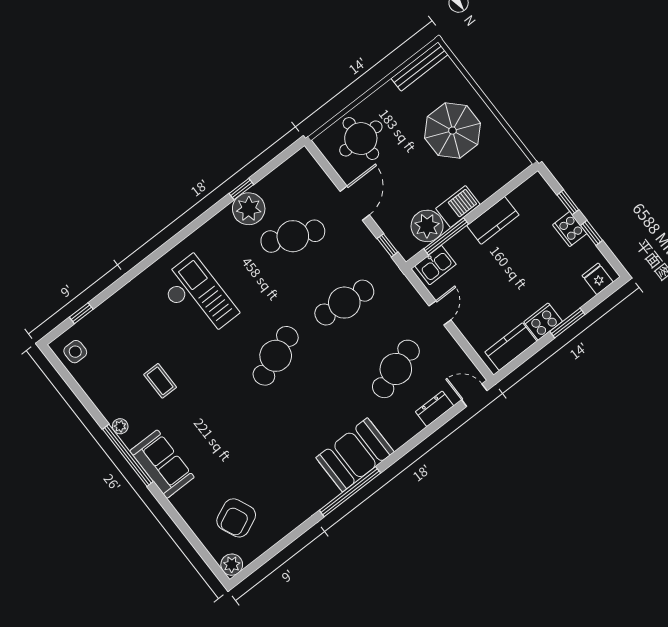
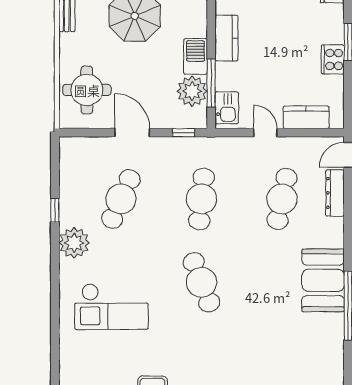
plant: (249, 209) -> (74, 243), moved
checkout: (198, 297) -> (111, 307), turned 180
kitchen counter: (511, 347) -> (306, 117), moved, turned 90
cafe table: (396, 369) -> (282, 199), turned 30
dresser: (435, 409) -> (335, 193), width x1.44

